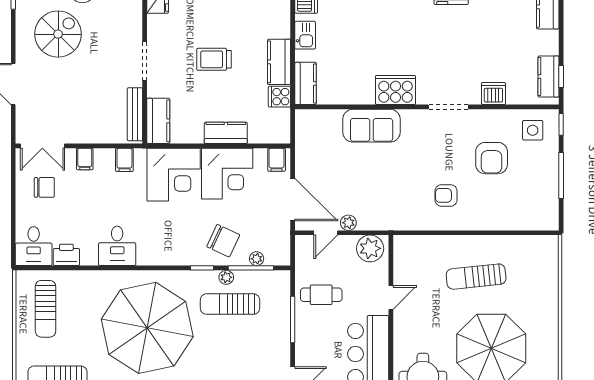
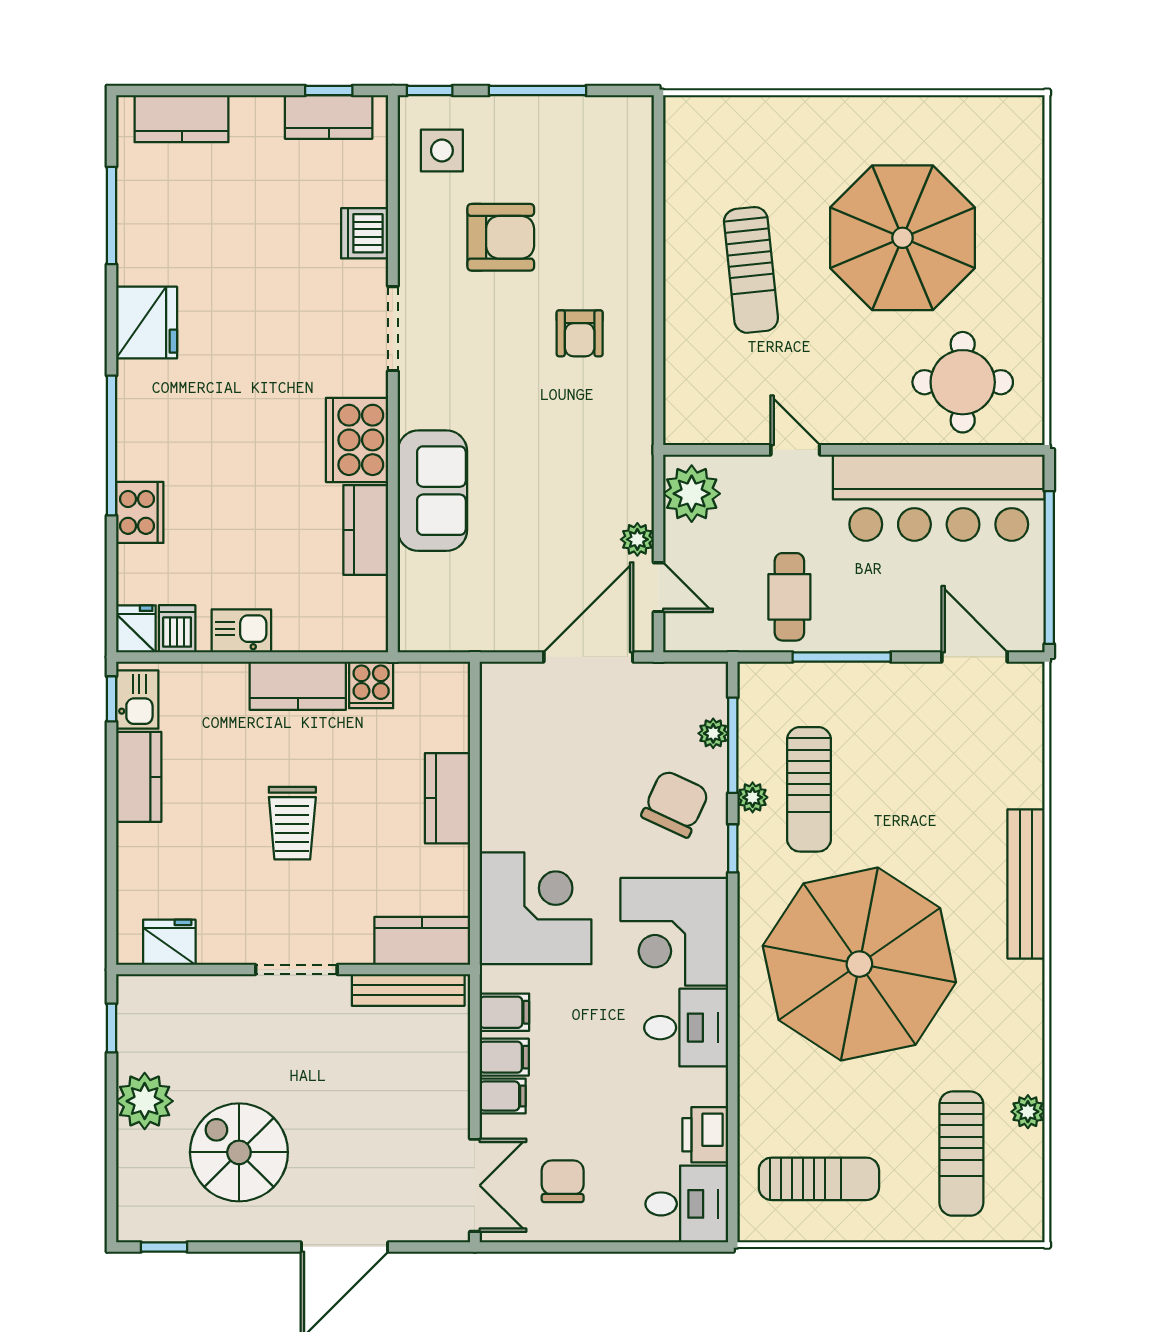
kitchen counter: (306, 83) -> (366, 530), moved, turned -90
filing cabinet: (277, 160) -> (504, 1057), moved
corner desk: (227, 174) -> (674, 932), moved, turned 180

